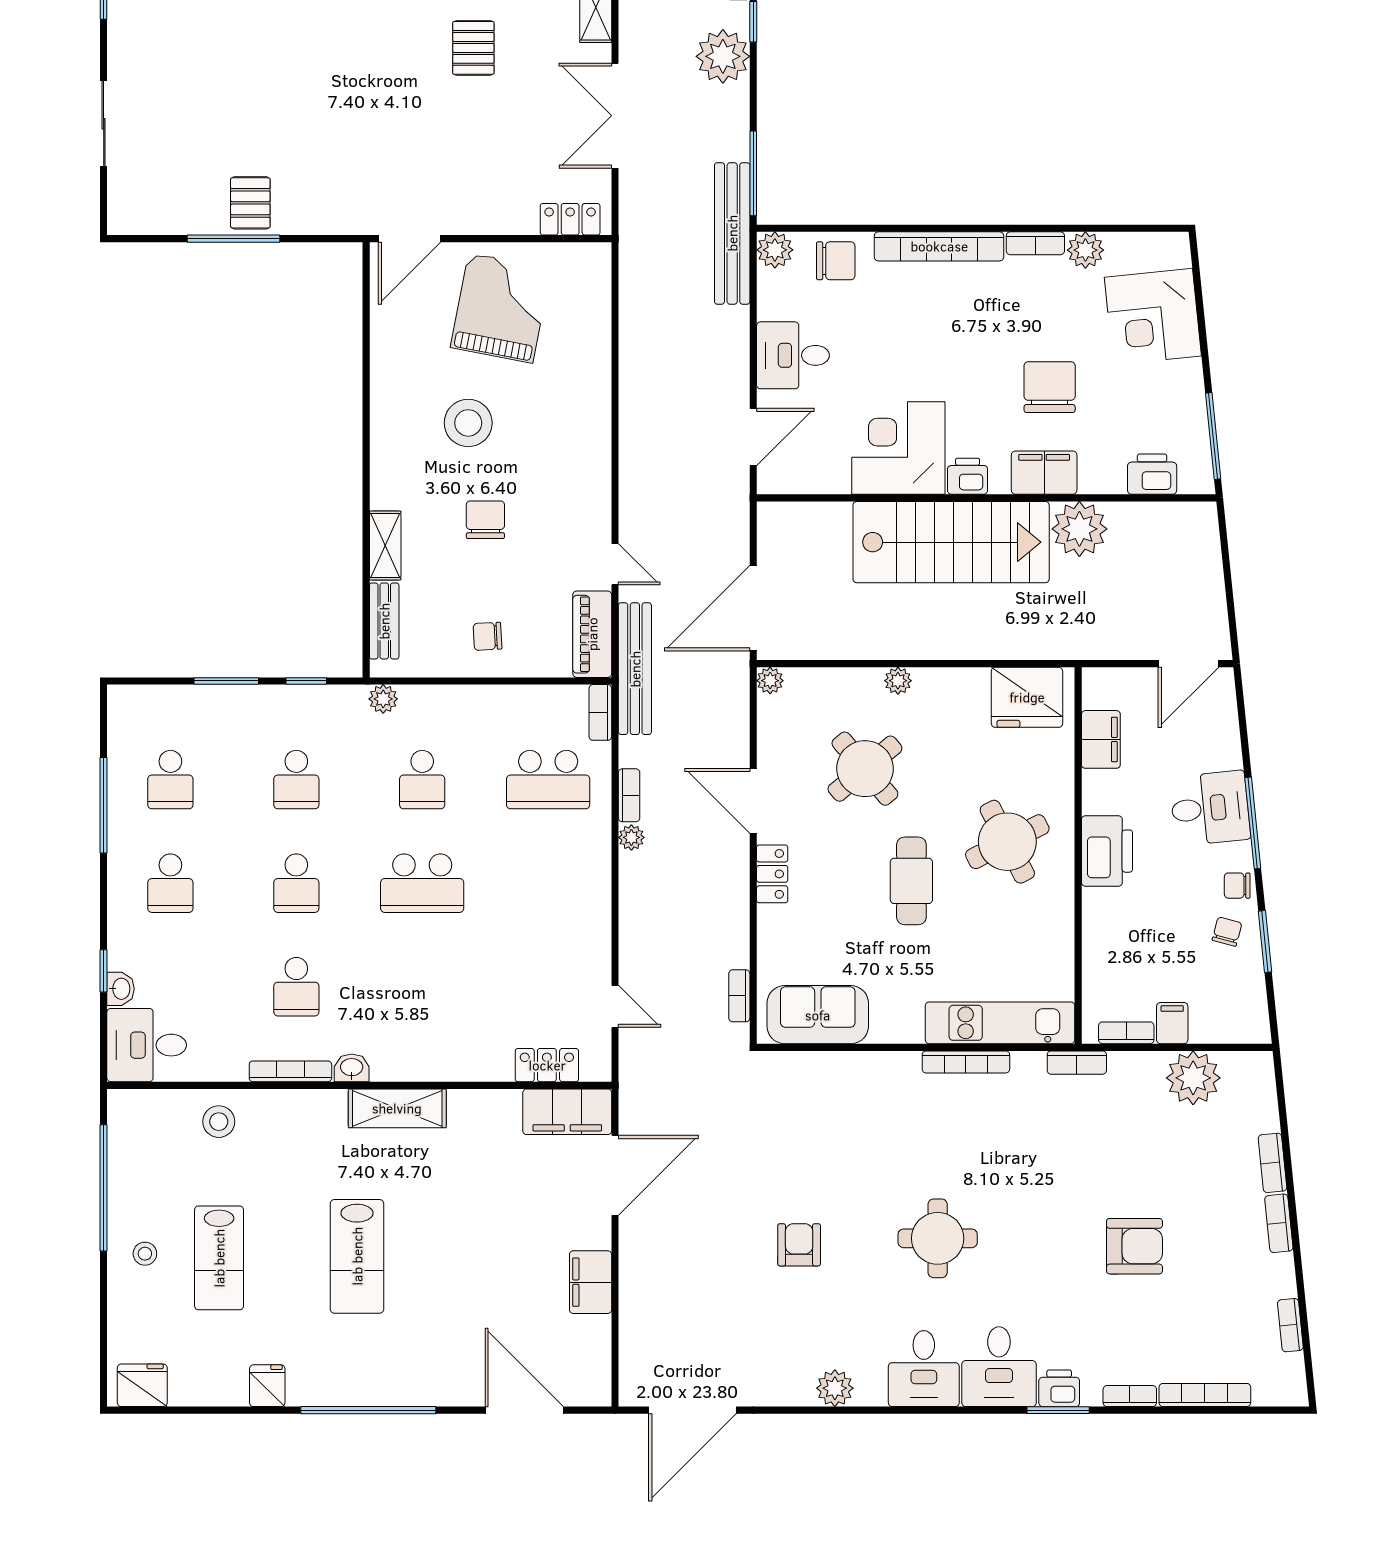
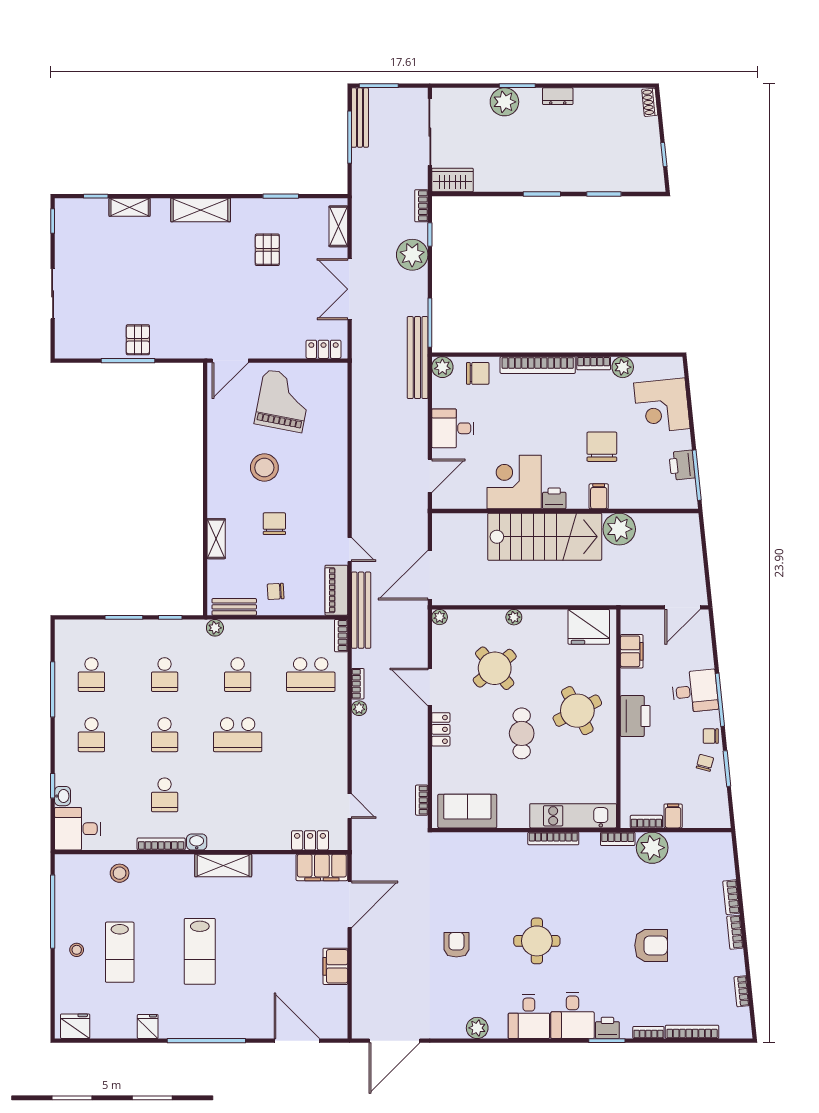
filing cabinet: (1044, 473) -> (599, 496), width x0.50
printer: (1152, 474) -> (682, 465), moved, turned -96
bench: (384, 621) -> (234, 607), moved, turned 90
plant: (1193, 1078) -> (652, 848), moved

